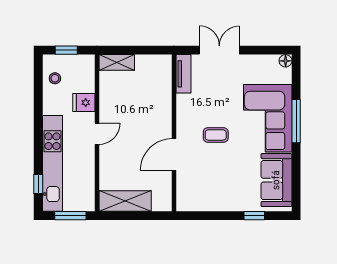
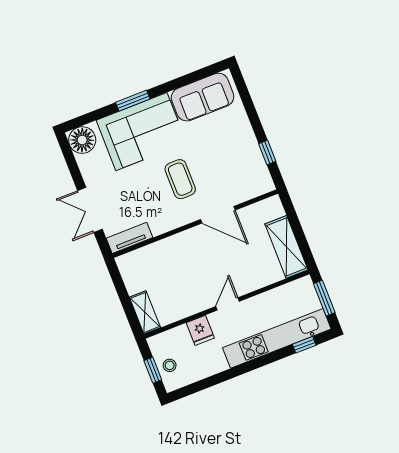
floor lamp: (286, 61) -> (82, 140), width x1.89, depth x1.89
stool: (55, 78) -> (170, 365), moved
window: (296, 121) -> (133, 101), width x0.69
door: (97, 134) -> (228, 304), hinge flipped
coffee table: (216, 135) -> (180, 179), width x1.36, depth x1.30
window: (254, 216) -> (267, 152), moved

